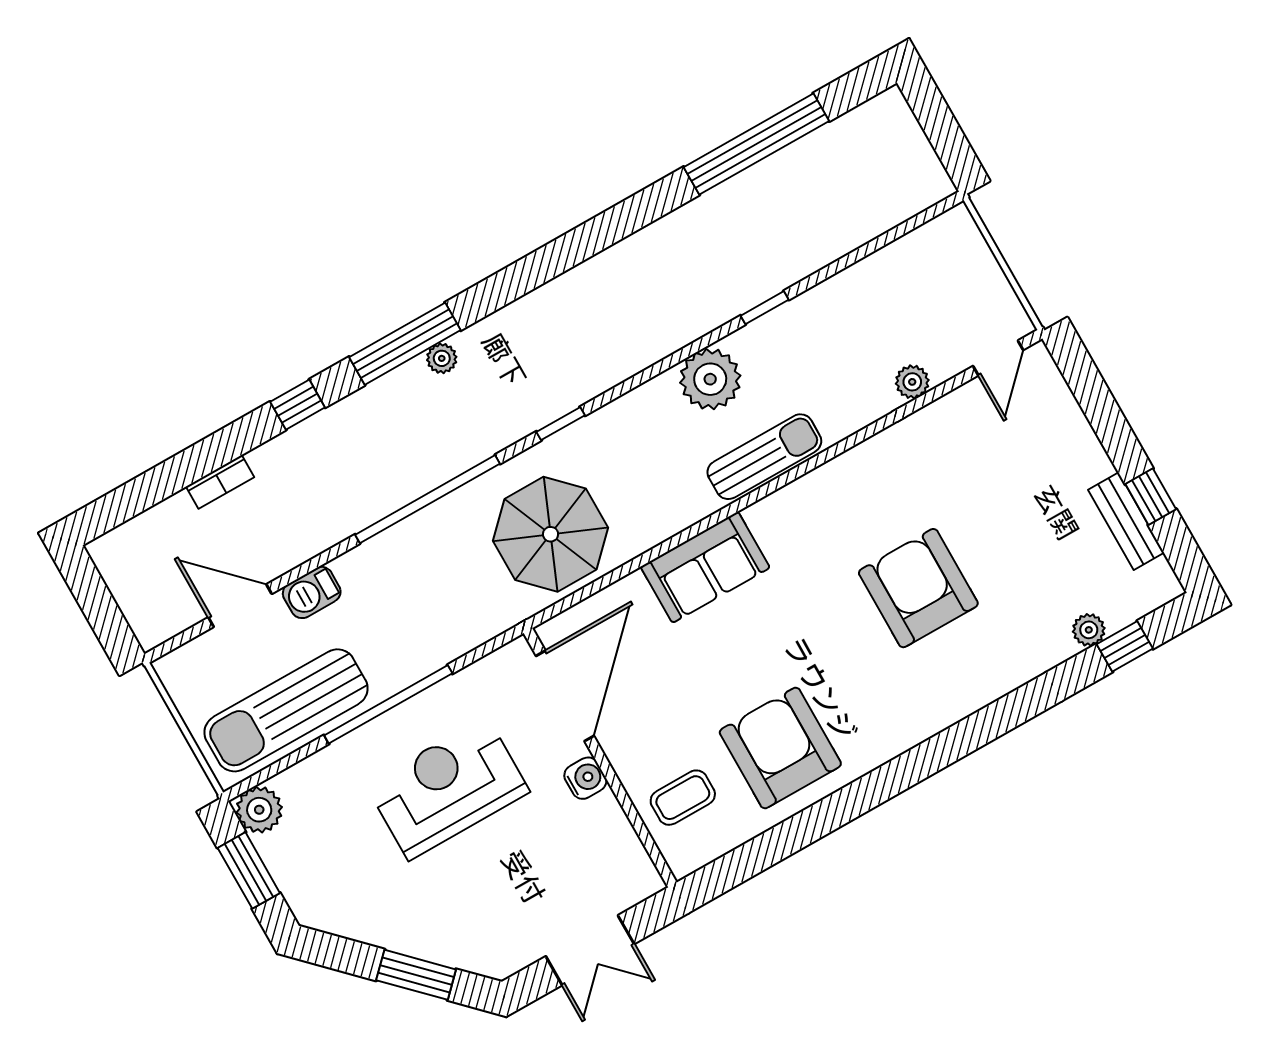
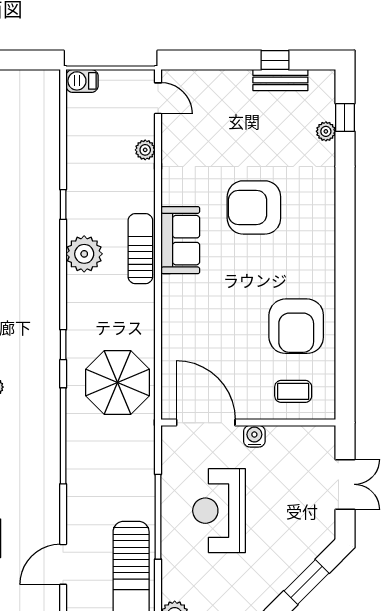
sofa: (705, 567) -> (180, 240), moved
barbecue: (312, 592) -> (82, 81), moved, turned 90
armchair: (780, 748) -> (296, 326), turned -90
coffee table: (683, 798) -> (293, 391), turned 90

